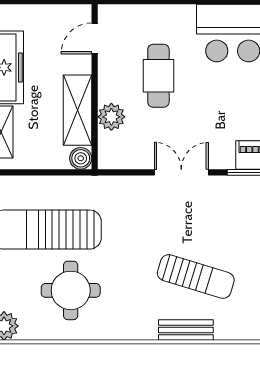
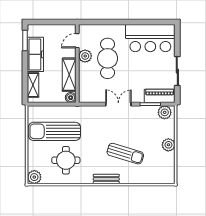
cafe table: (158, 76) -> (108, 58), width x1.37, depth x1.35
plant: (111, 117) -> (85, 56), moved
bench: (186, 330) -> (106, 179), moved

